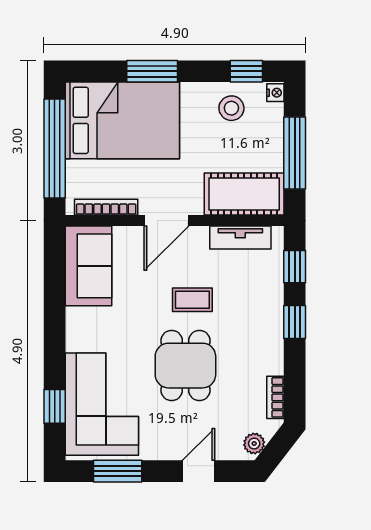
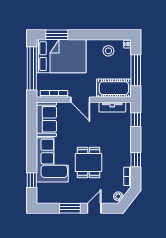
window: (152, 71) -> (57, 35), moved
window: (246, 71) -> (115, 35), removed
door: (166, 221) -> (80, 100), hinge flipped
coffee table: (192, 300) -> (91, 134), removed
window: (295, 322) -> (136, 160), moved
corner sofa: (102, 404) -> (52, 160), moved
window: (118, 471) -> (70, 208), moved

